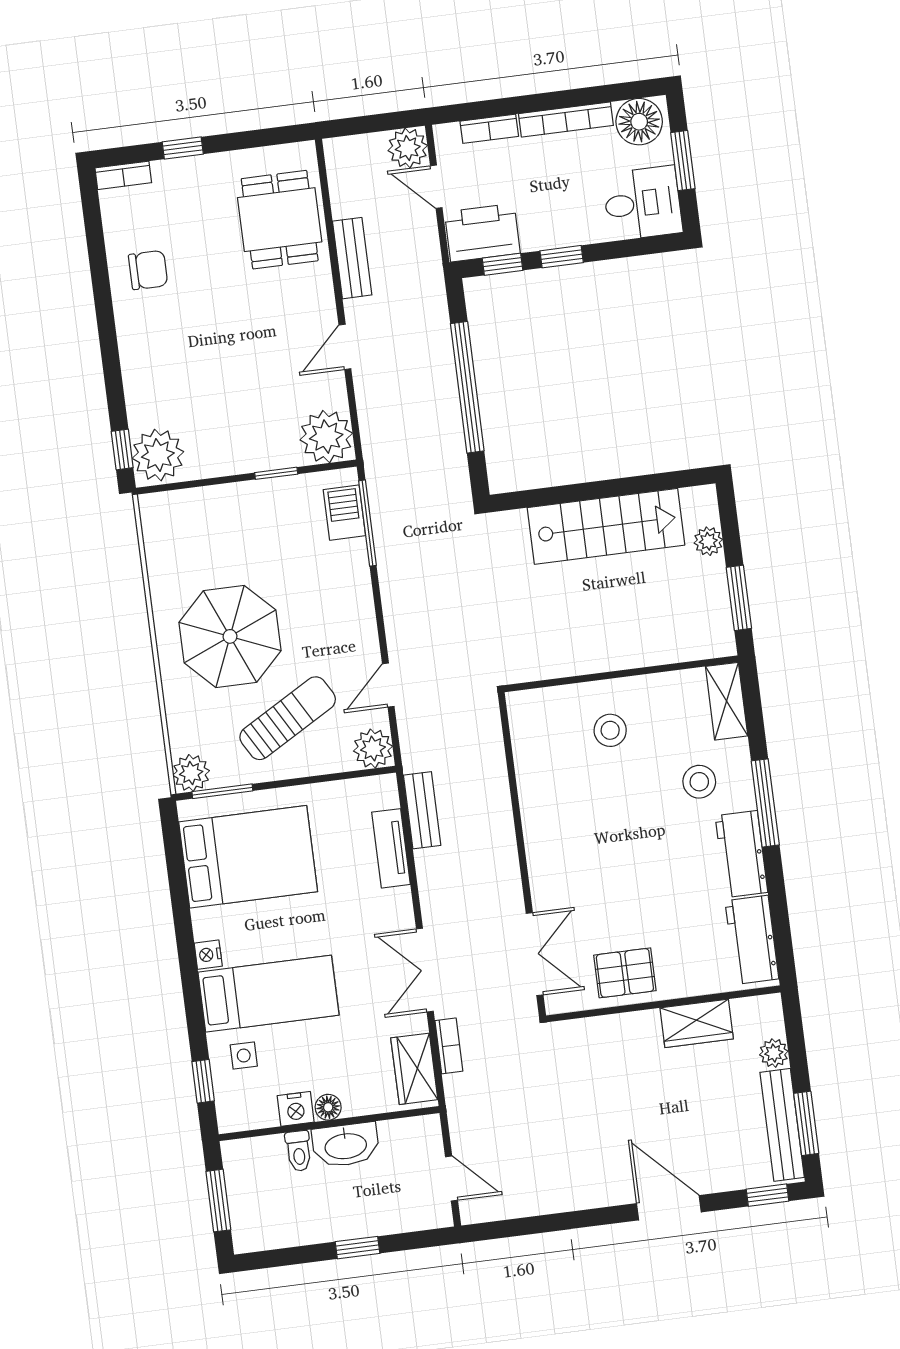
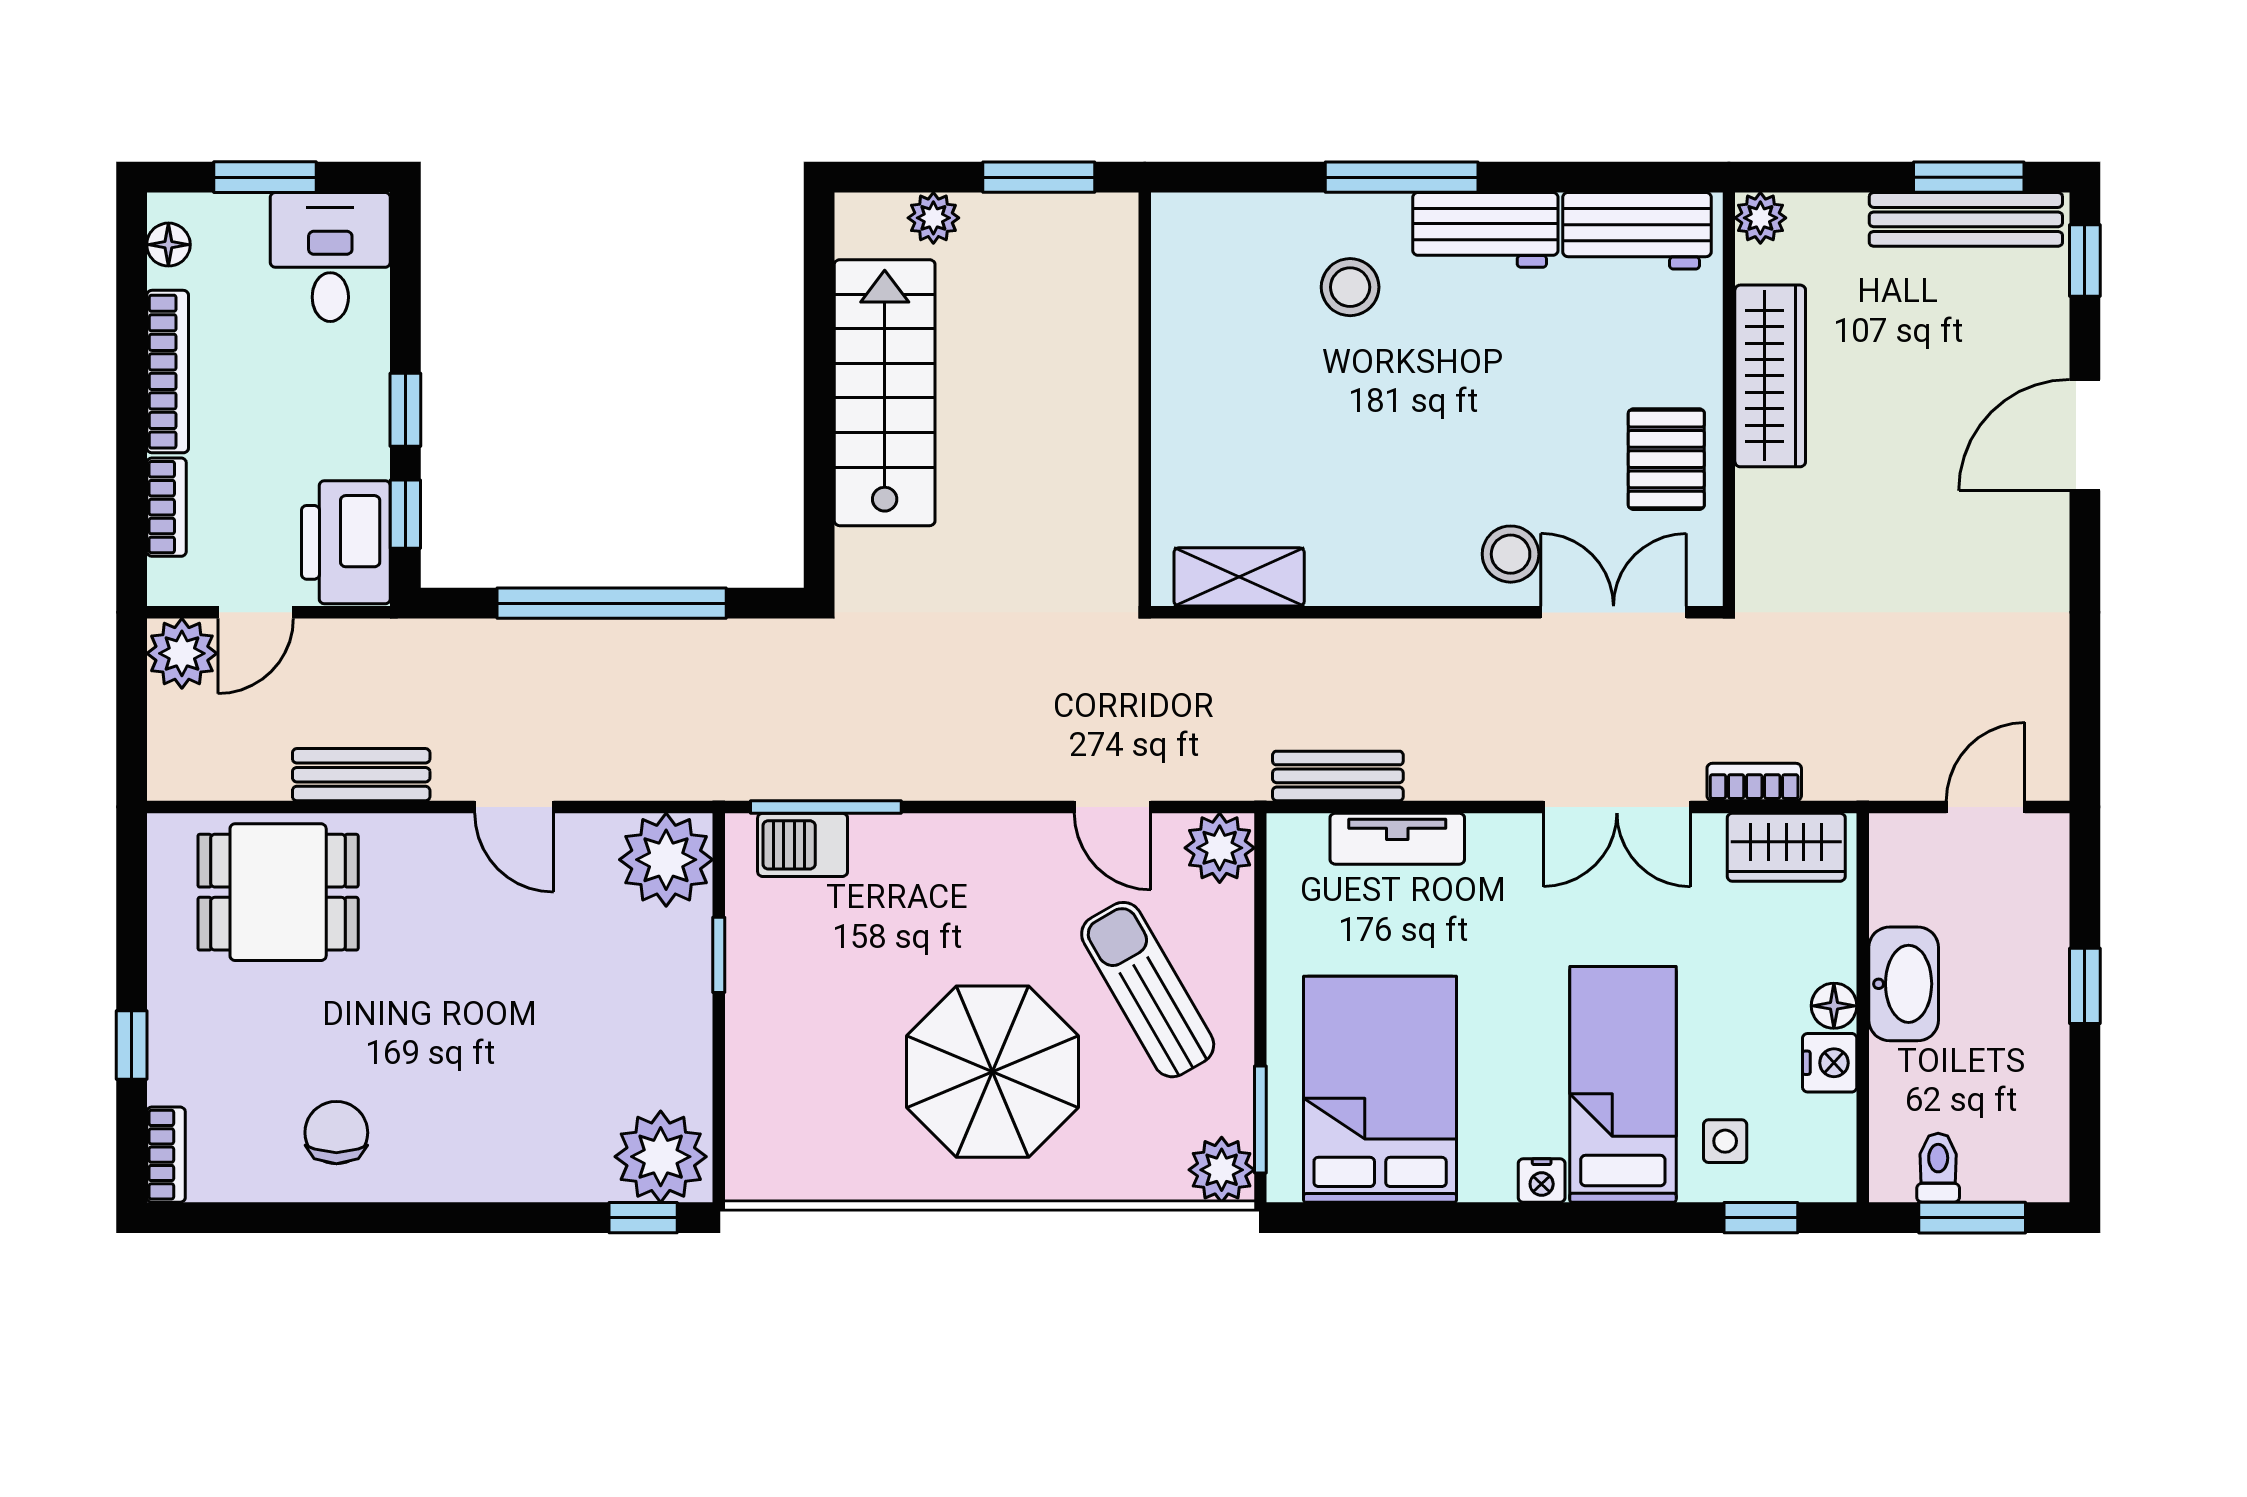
floor lamp: (639, 122) -> (168, 245), width x0.53, depth x0.53
shelving: (727, 701) -> (1239, 577), moved
stool: (610, 730) -> (1511, 554), moved
wardrobe: (697, 1023) -> (1770, 376), width x1.50
plant: (774, 1053) -> (1760, 218), moved
toilet: (299, 1151) -> (1938, 1168), moved, turned -90

